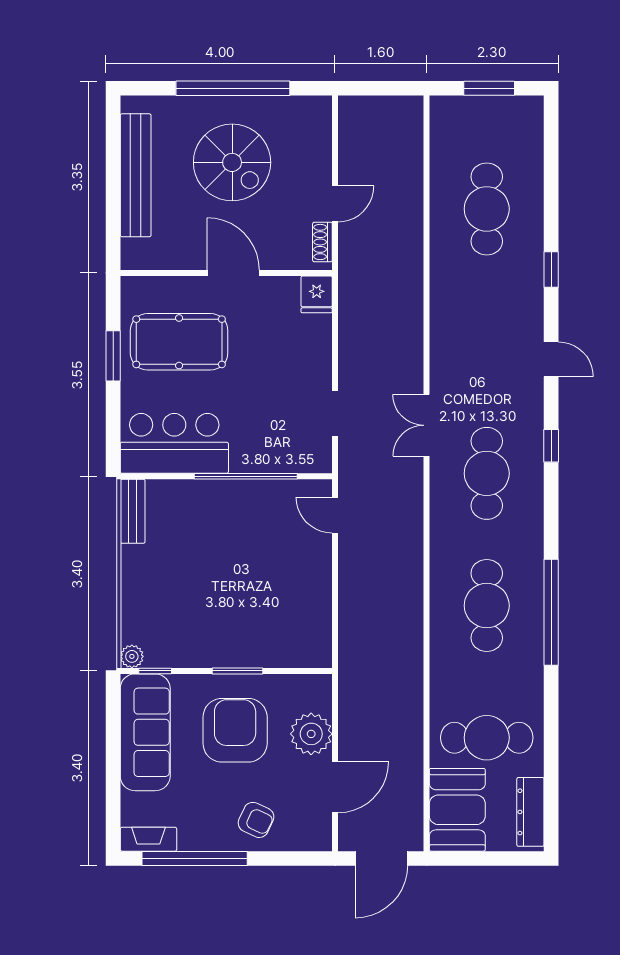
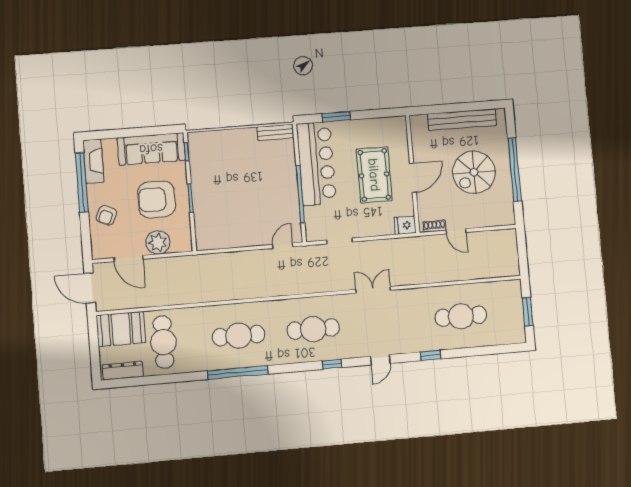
pool table: (179, 342) -> (374, 175), moved
window: (113, 356) -> (336, 117), moved
double door: (427, 425) -> (373, 290), moved
bar counter: (174, 443) -> (316, 163), width x1.36
plant: (132, 656) -> (194, 138), removed
armchair: (235, 730) -> (157, 199), turned 180
fireplace: (148, 839) -> (93, 161), width x1.37, depth x1.32

